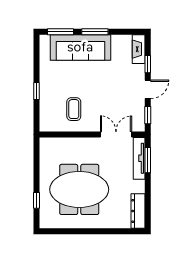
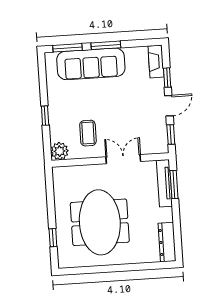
plant: (47, 124) -> (60, 151), added
double door: (116, 134) -> (123, 159), moved
meeting table: (79, 189) -> (100, 222), turned 90

